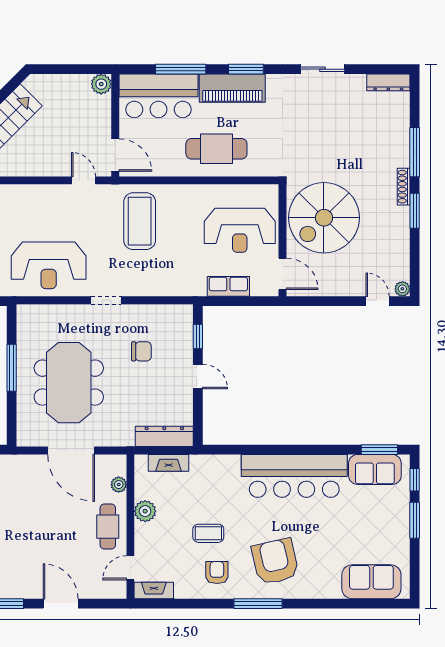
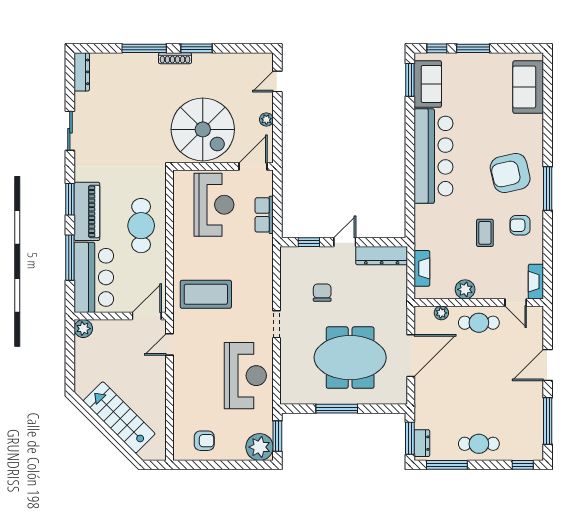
plant: (402, 289) -> (266, 119), moved
dresser: (164, 436) -> (382, 256), moved, turned -90

